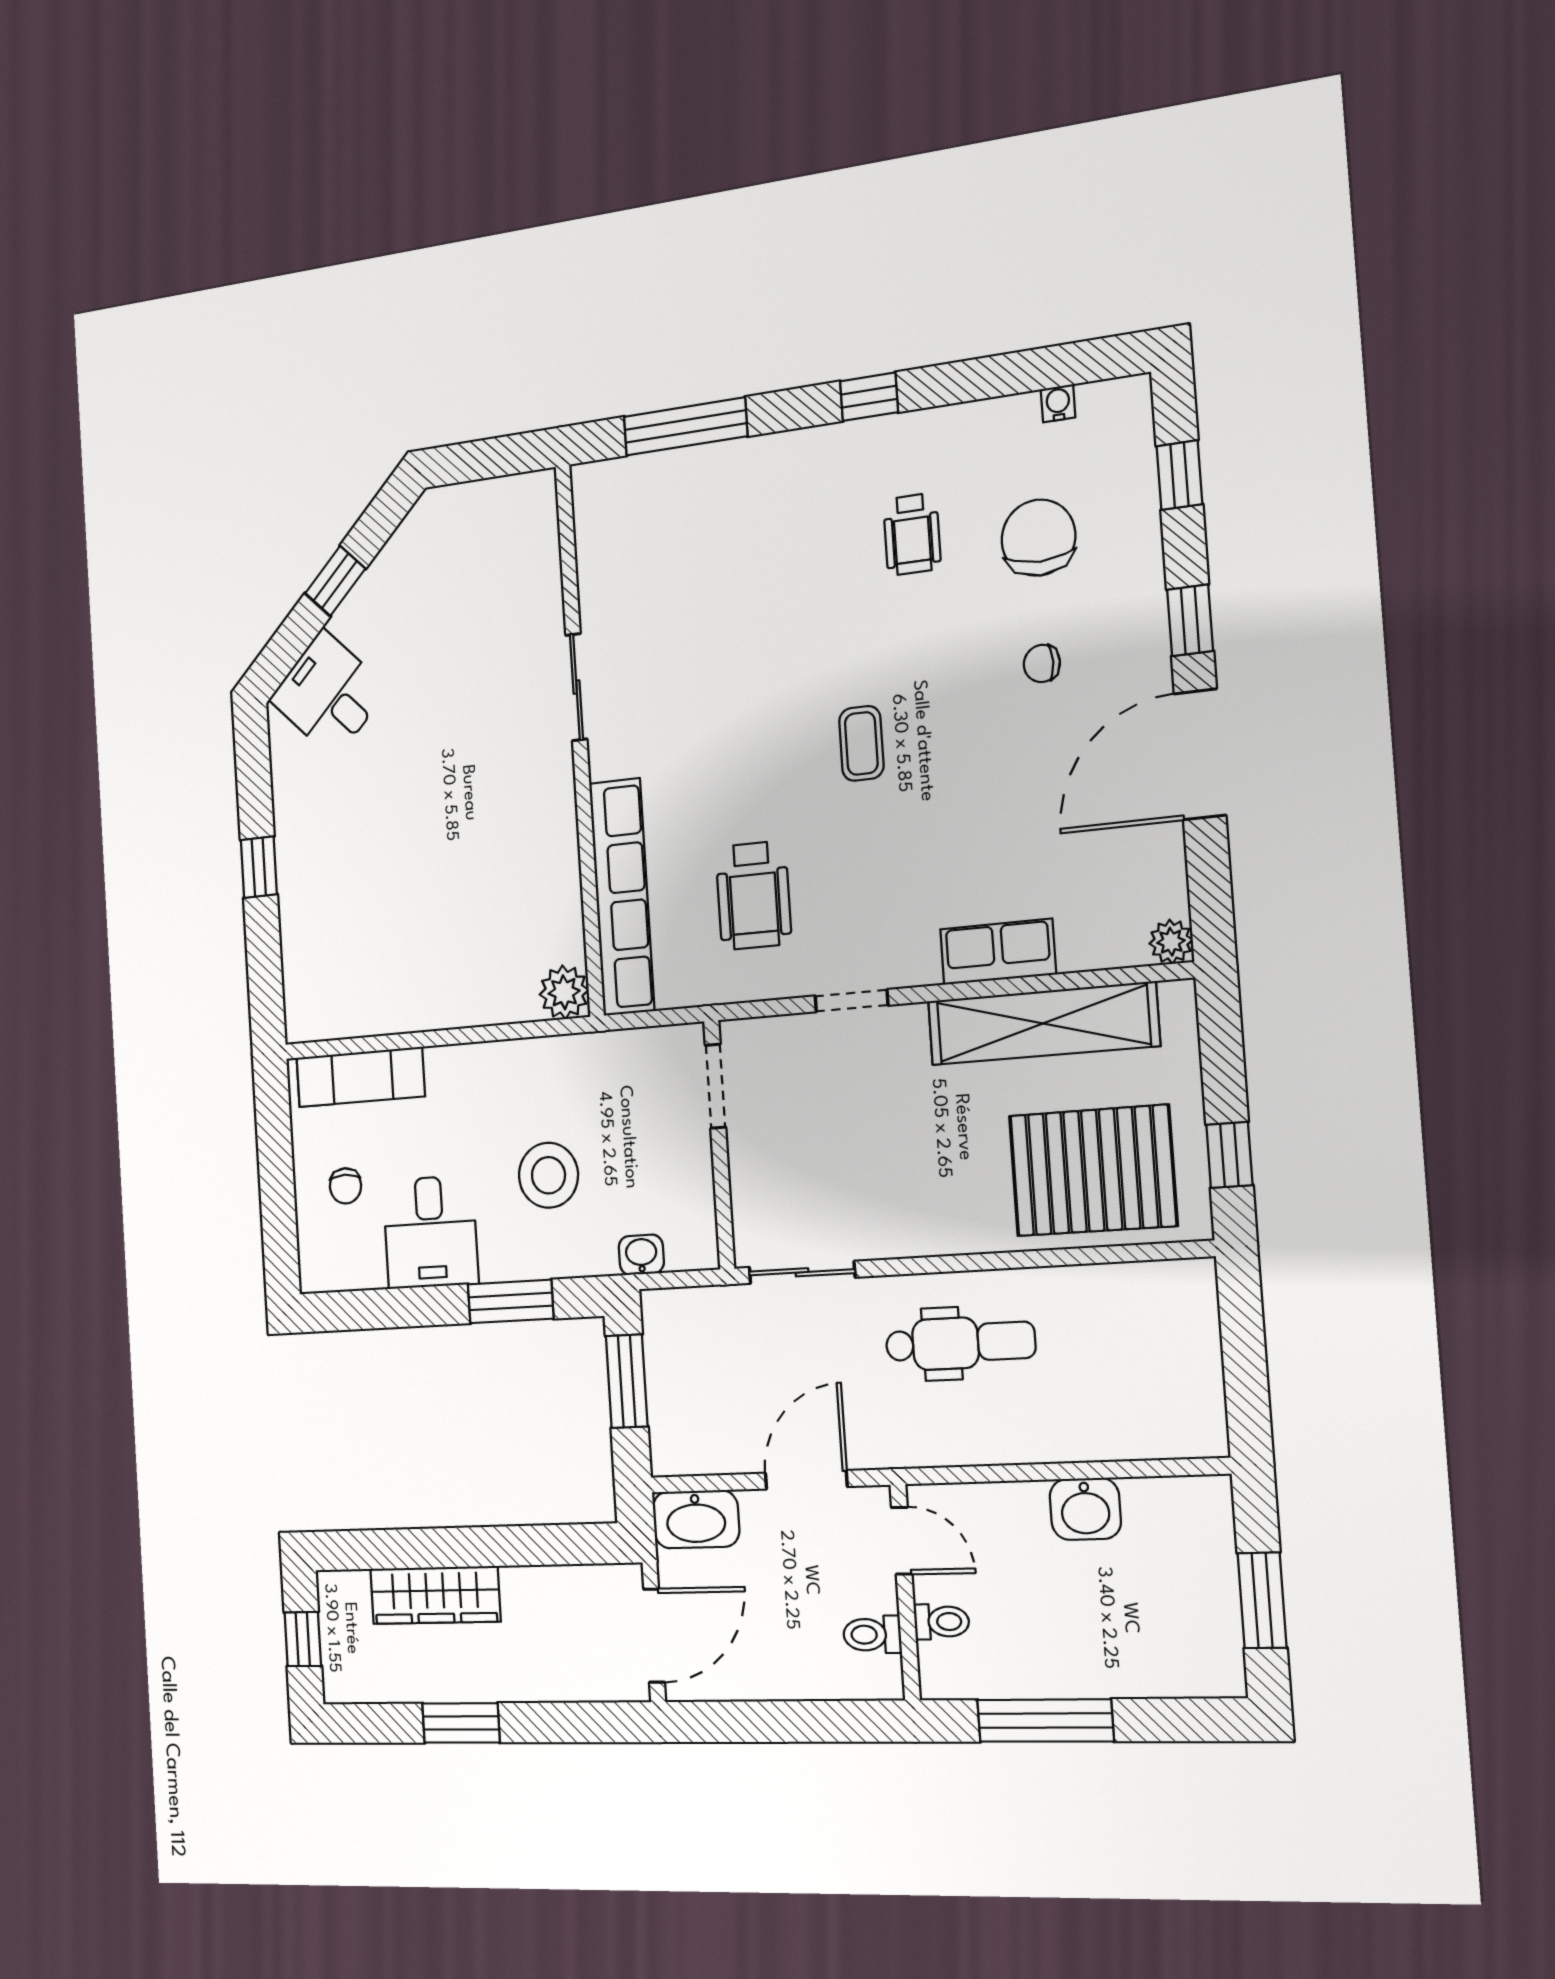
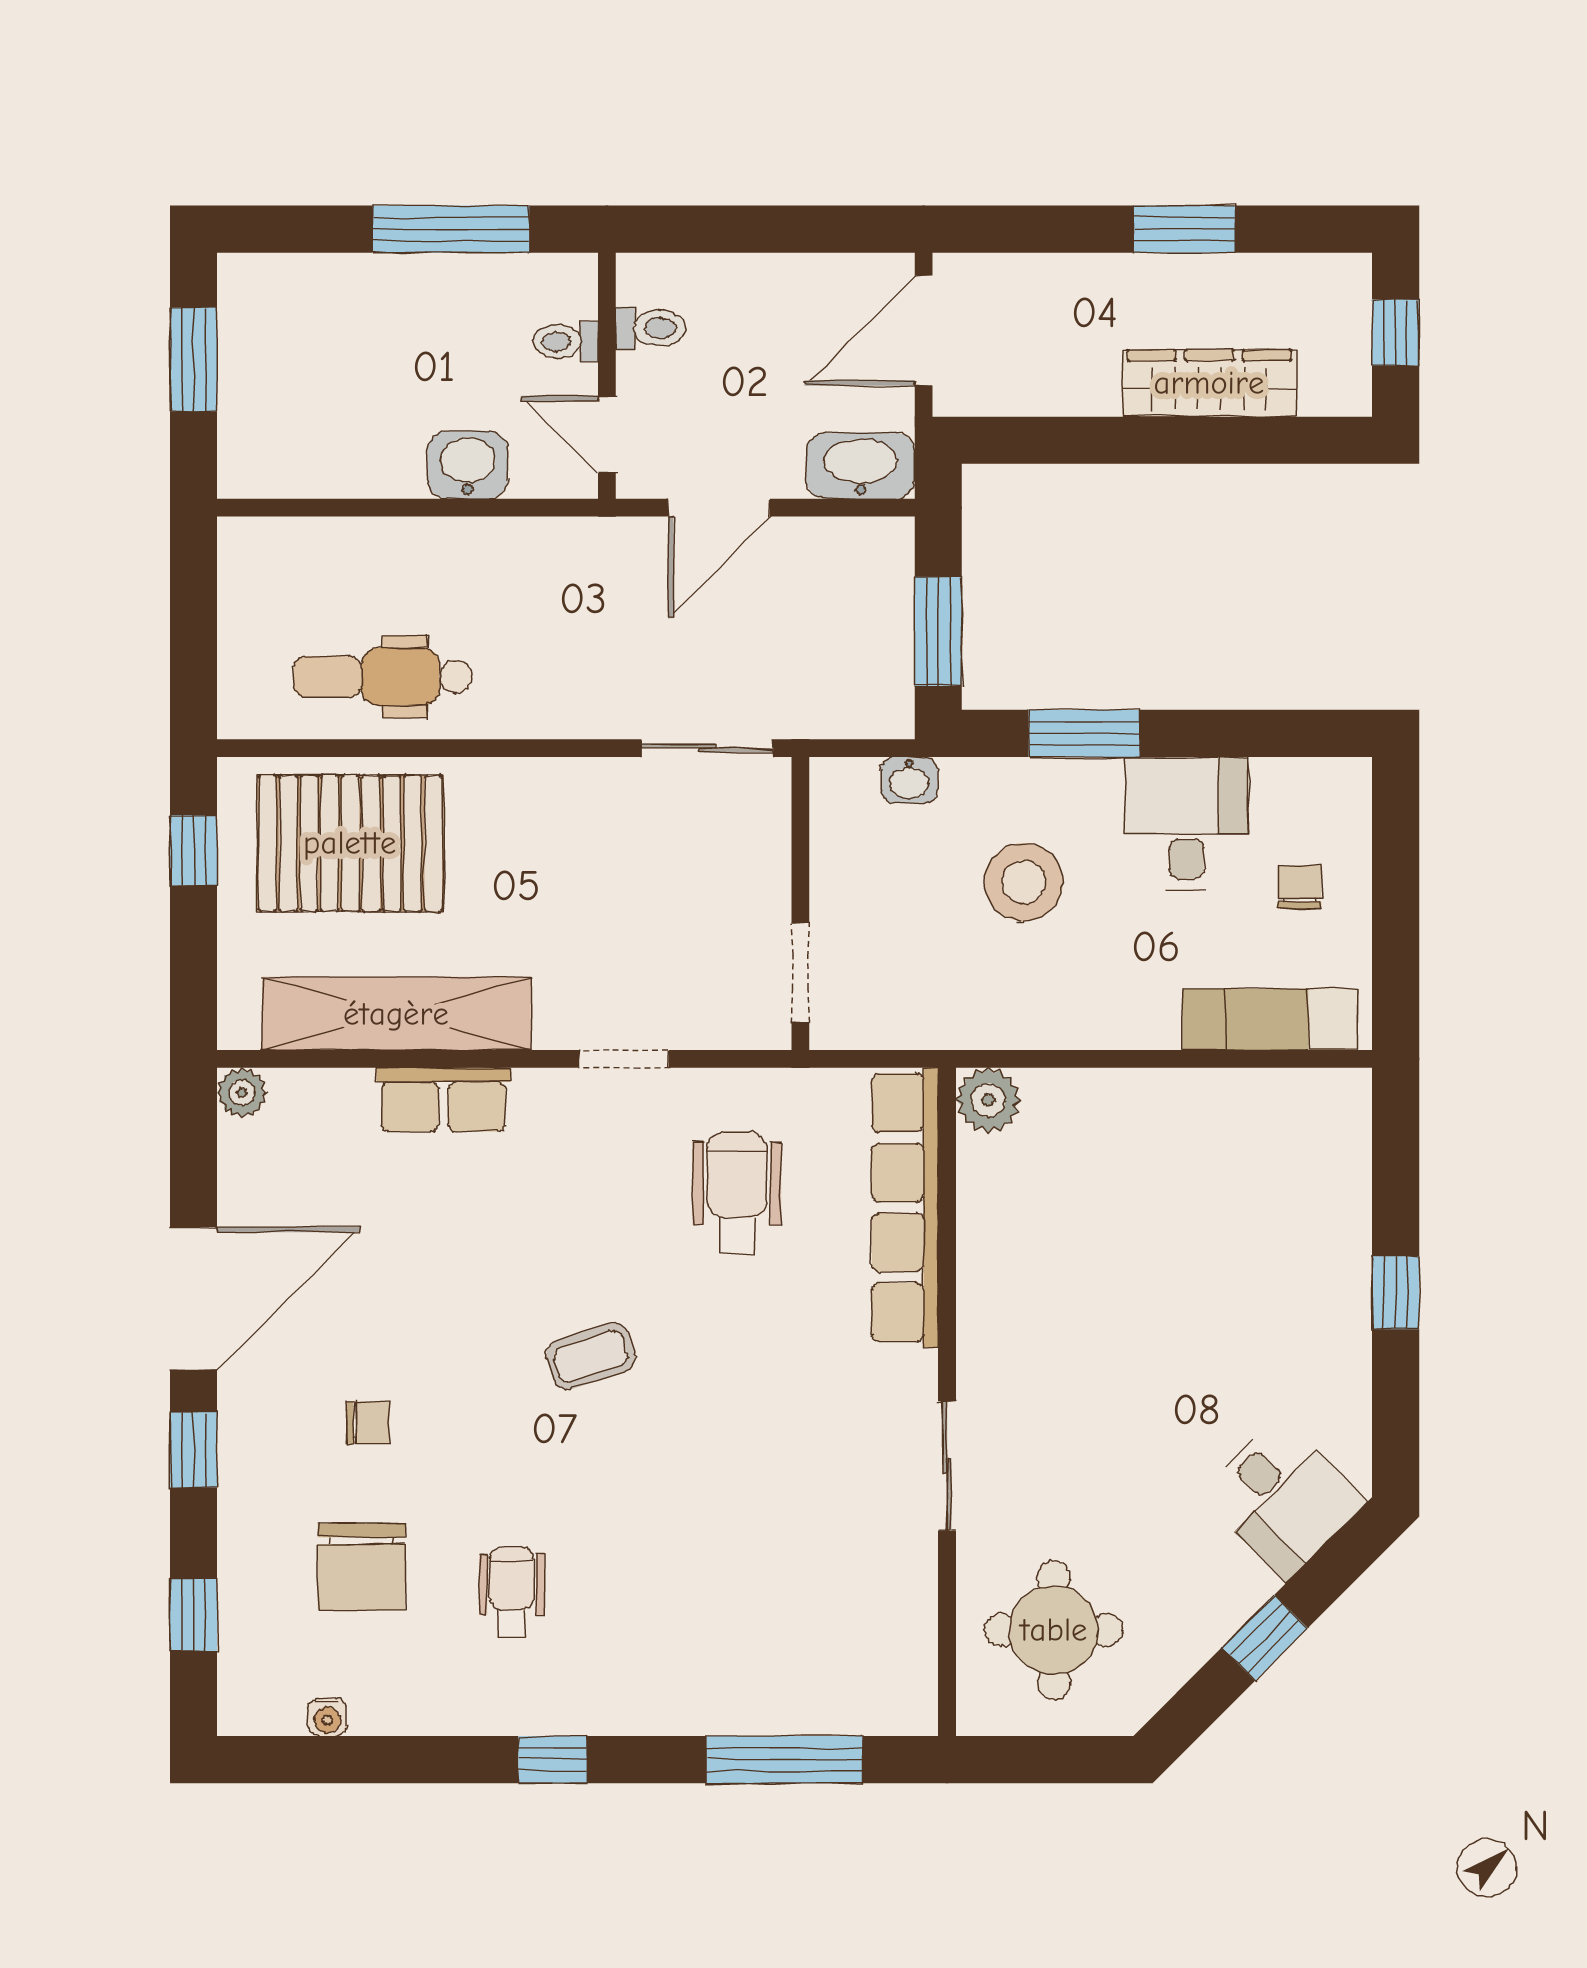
round table: (488, 564) -> (1054, 1630), added
coffee table: (861, 743) -> (591, 1356), turned 72
dental chair: (960, 1343) -> (383, 677), moved
washbasin: (1085, 1509) -> (468, 465), moved

